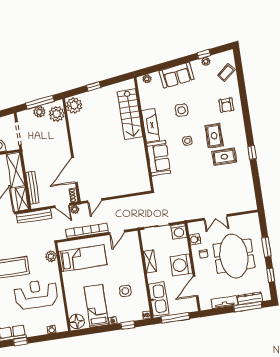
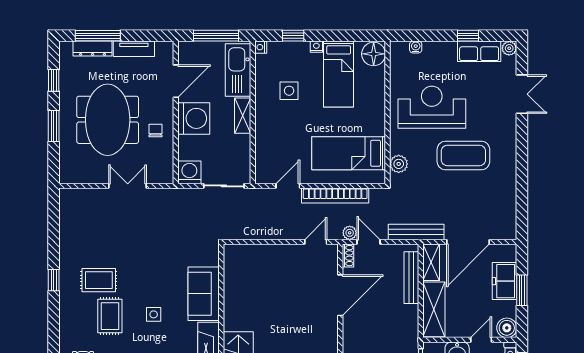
water cooler: (195, 239) -> (166, 156), removed
shelving: (150, 261) -> (243, 116), moved
reception desk: (36, 294) -> (432, 107), turned 180

